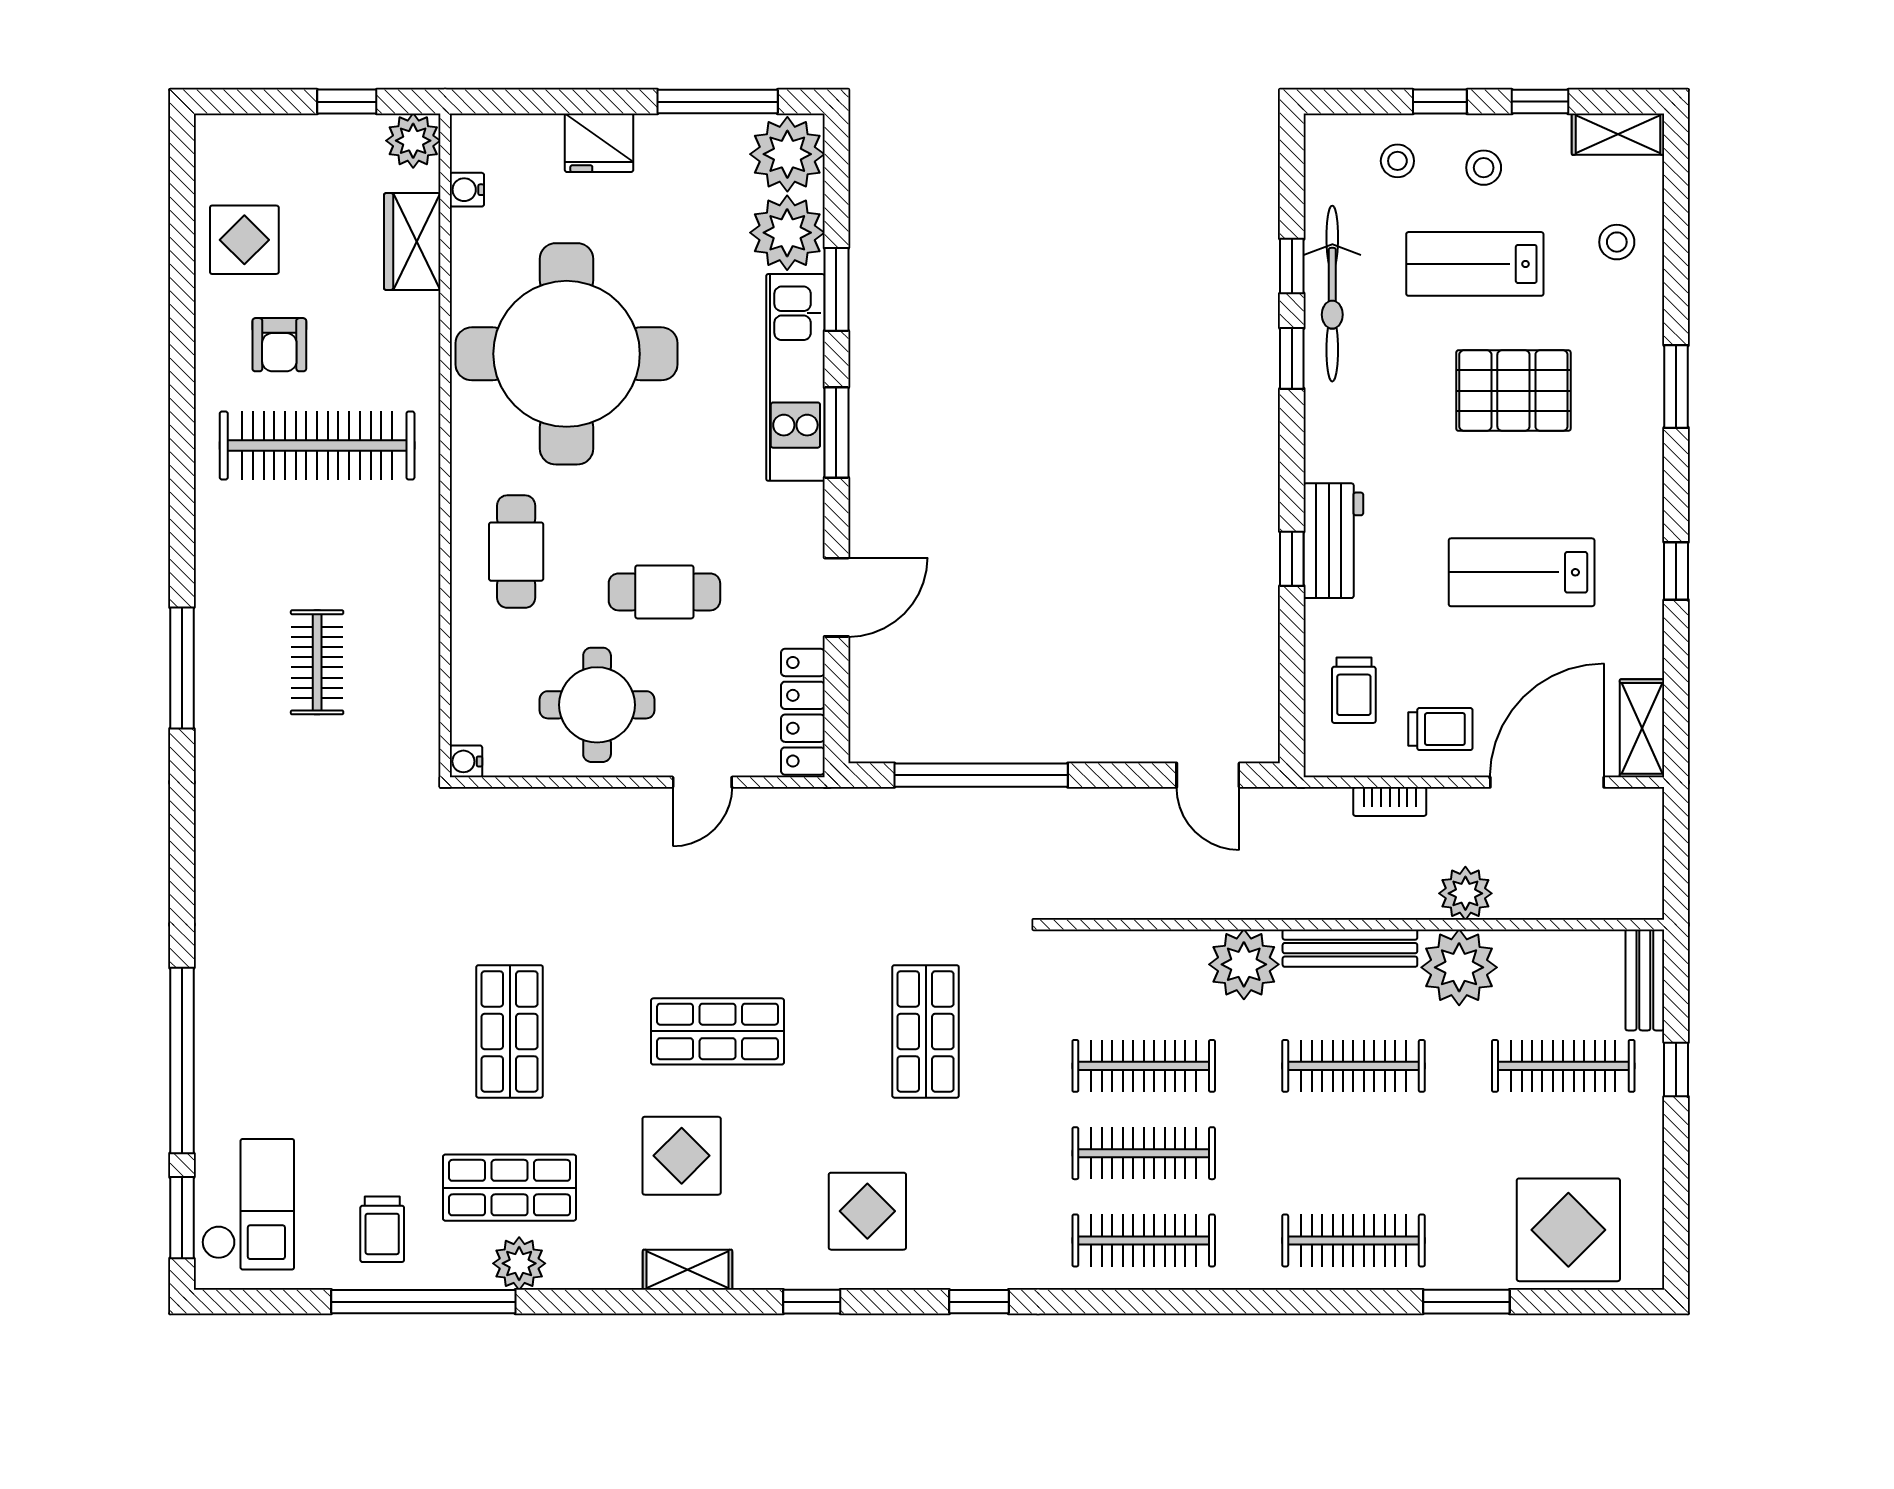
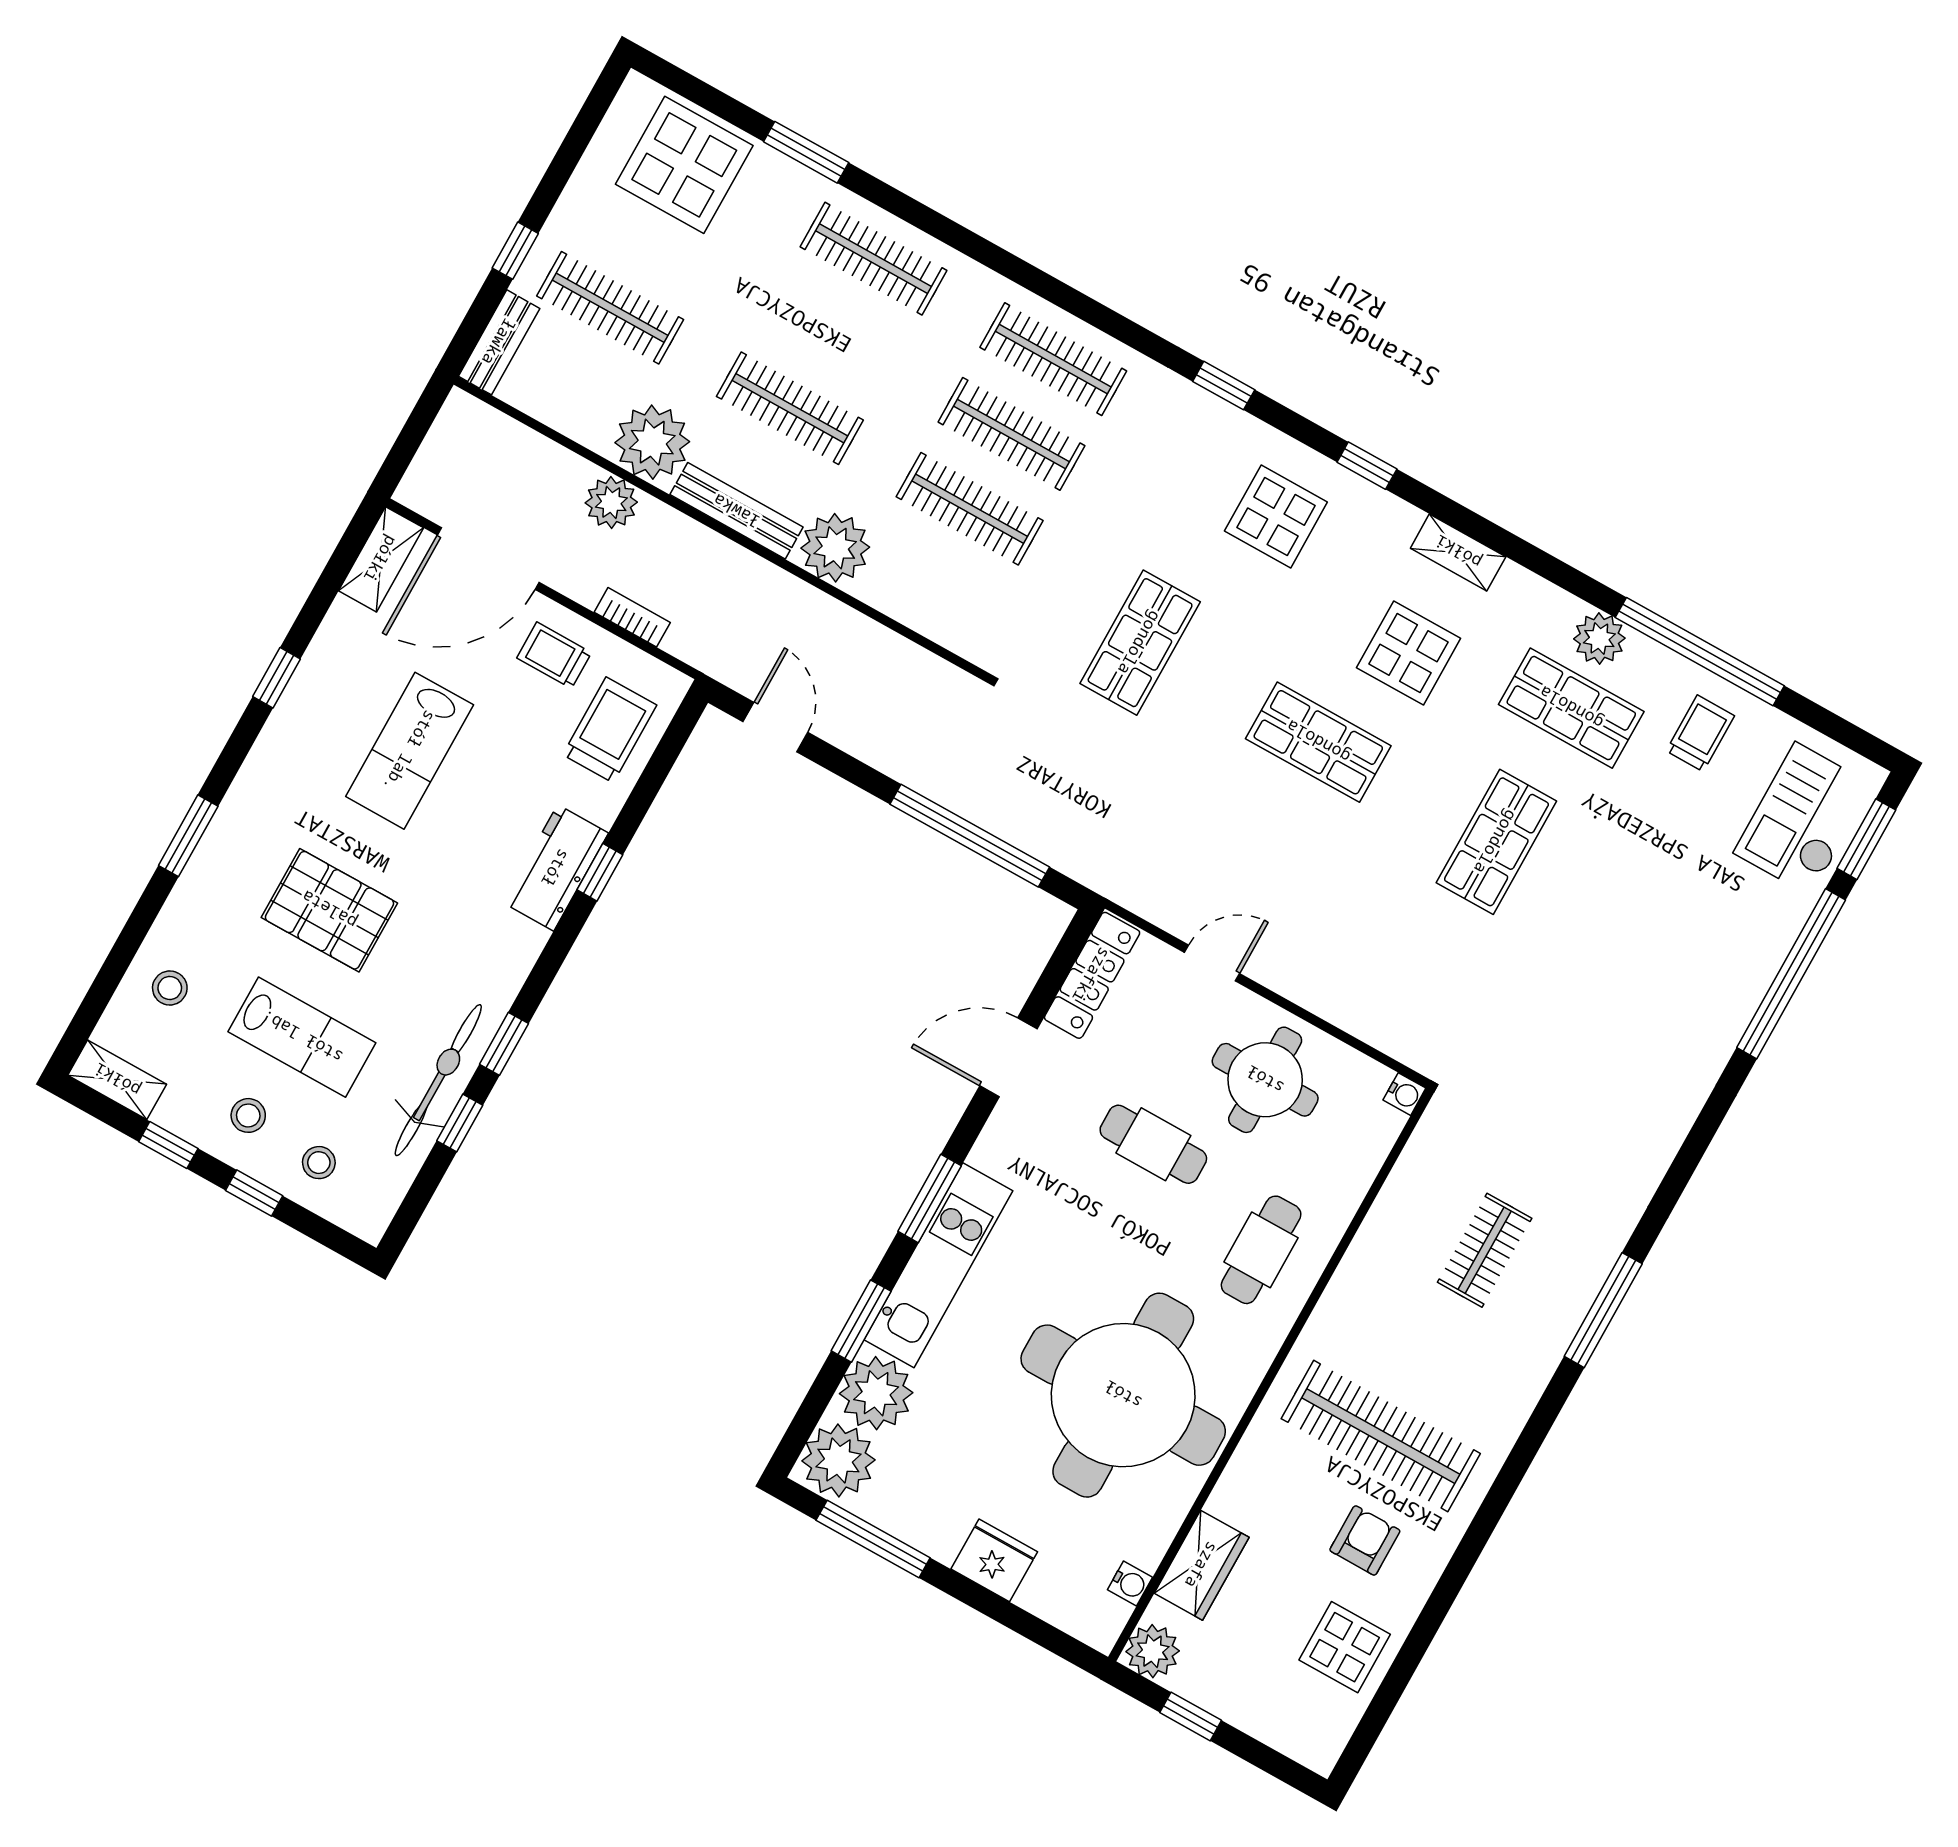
lab bench: (1522, 572) -> (410, 751), turned 90
trolley: (1354, 690) -> (610, 730), width x1.36, depth x1.39

